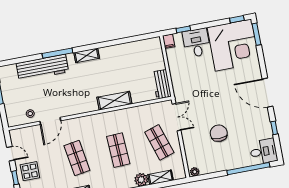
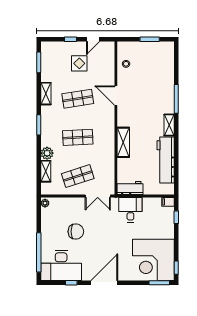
desk: (196, 43) -> (130, 210), moved, turned -90
workbench: (42, 68) -> (166, 160), moved
door: (50, 121) -> (116, 96), moved
desk: (263, 151) -> (61, 265), width x1.87, depth x1.30
display table: (30, 171) -> (79, 63), moved

